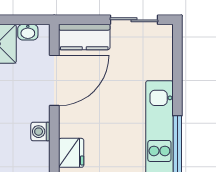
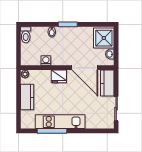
washing machine: (40, 132) -> (46, 61), moved
fridge: (71, 153) -> (59, 76), moved

